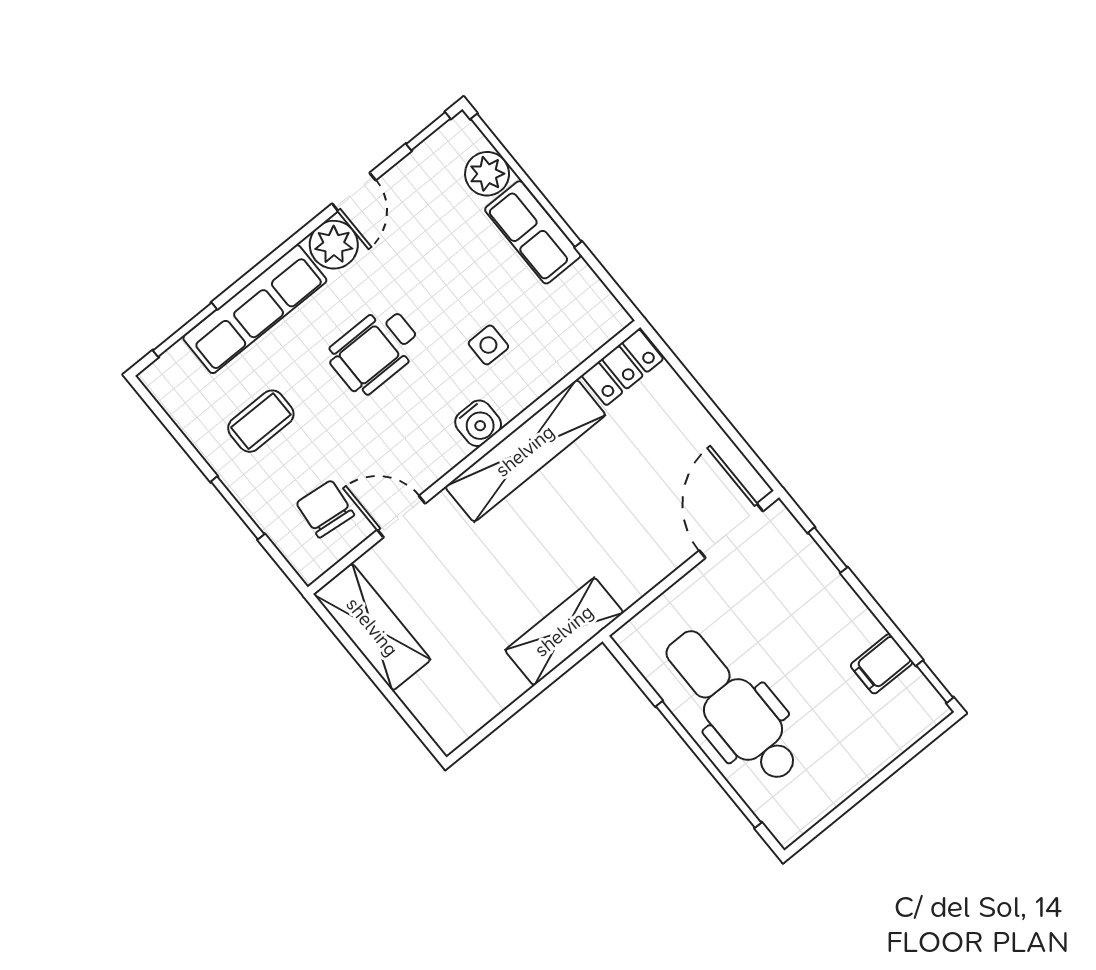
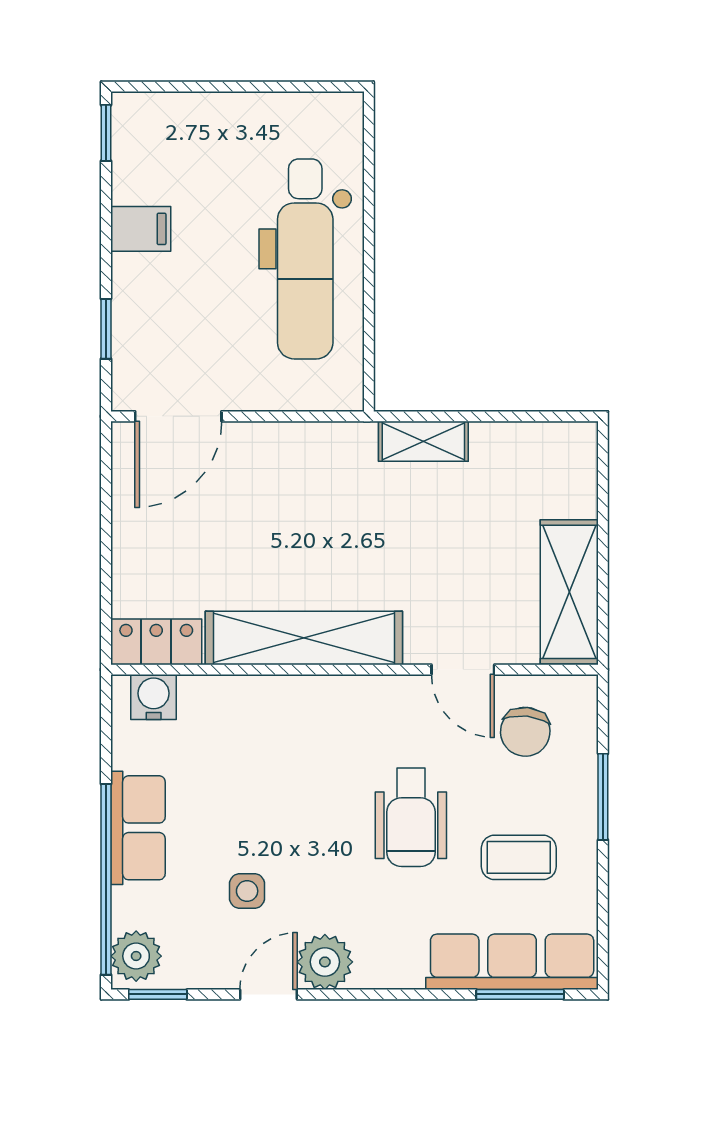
plant: (487, 174) -> (136, 956), moved
row of seats: (255, 309) -> (512, 962), moved
side table: (488, 345) -> (247, 891), moved
wheelchair: (374, 351) -> (411, 817), moved, turned 90
water cooler: (478, 423) -> (154, 697), moved
shelving: (564, 631) -> (423, 441), width x0.67, depth x0.75
filing cabinet: (882, 664) -> (141, 229), moved
window: (709, 764) -> (369, 224), removed

